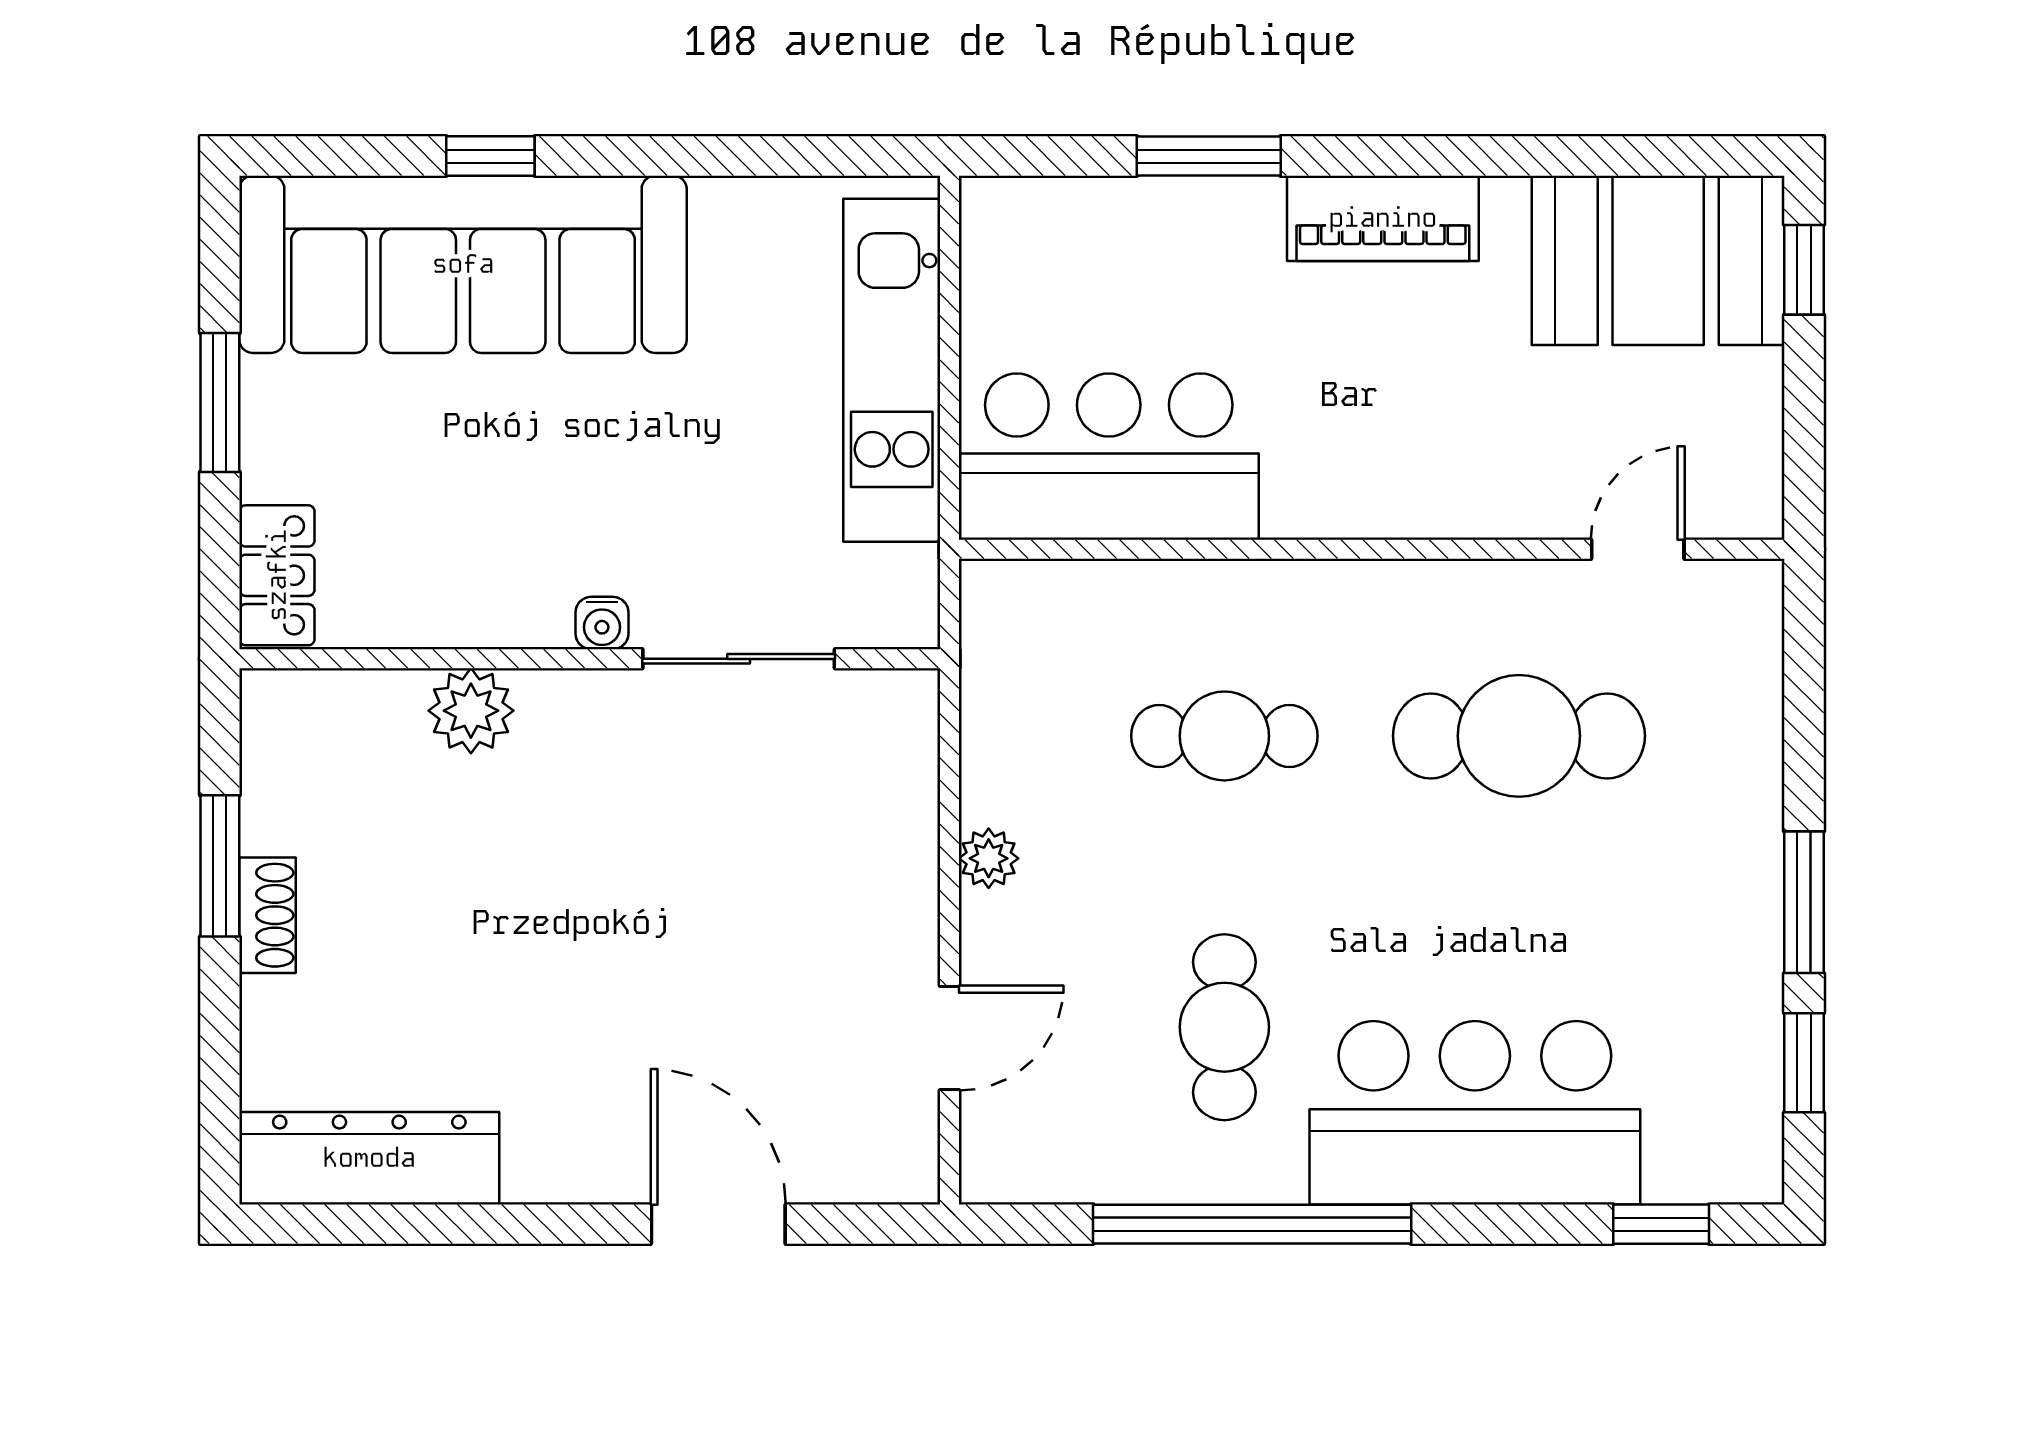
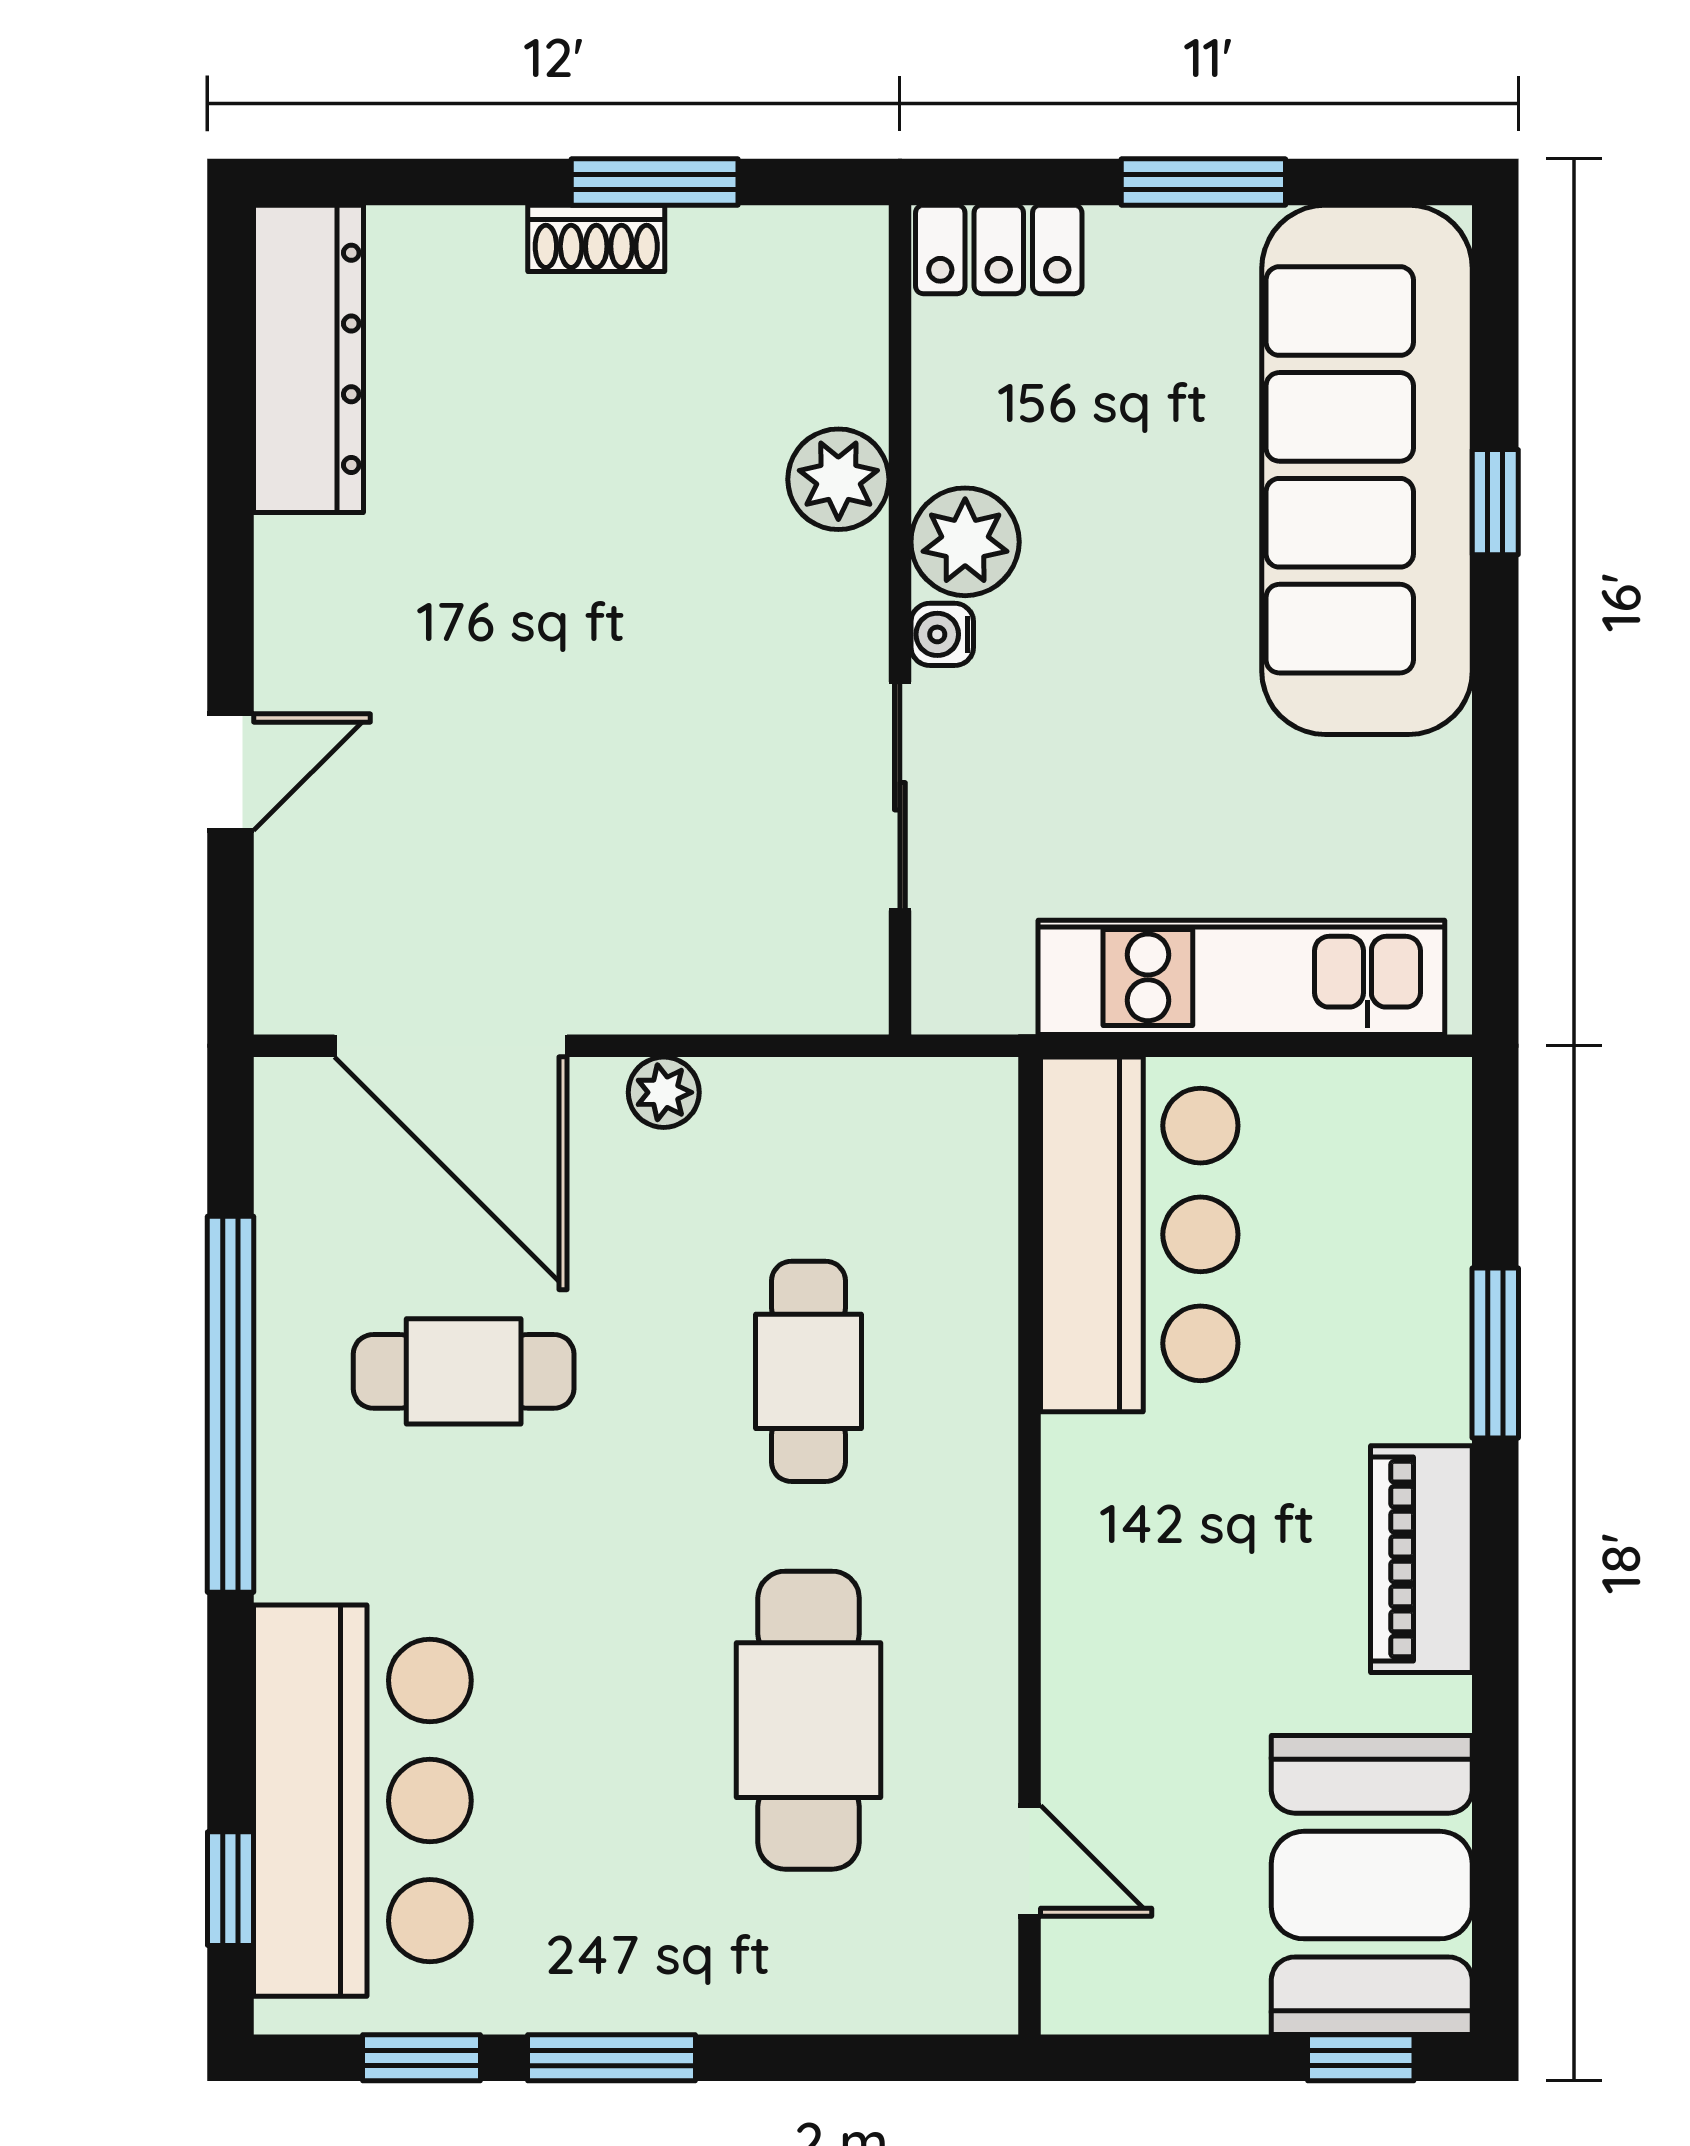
plant: (524, 604) -> (965, 542), added
door: (949, 1038) -> (451, 1046), width x1.88
bar counter: (1475, 1113) -> (362, 1801), moved
door: (718, 1224) -> (231, 772), width x0.73

